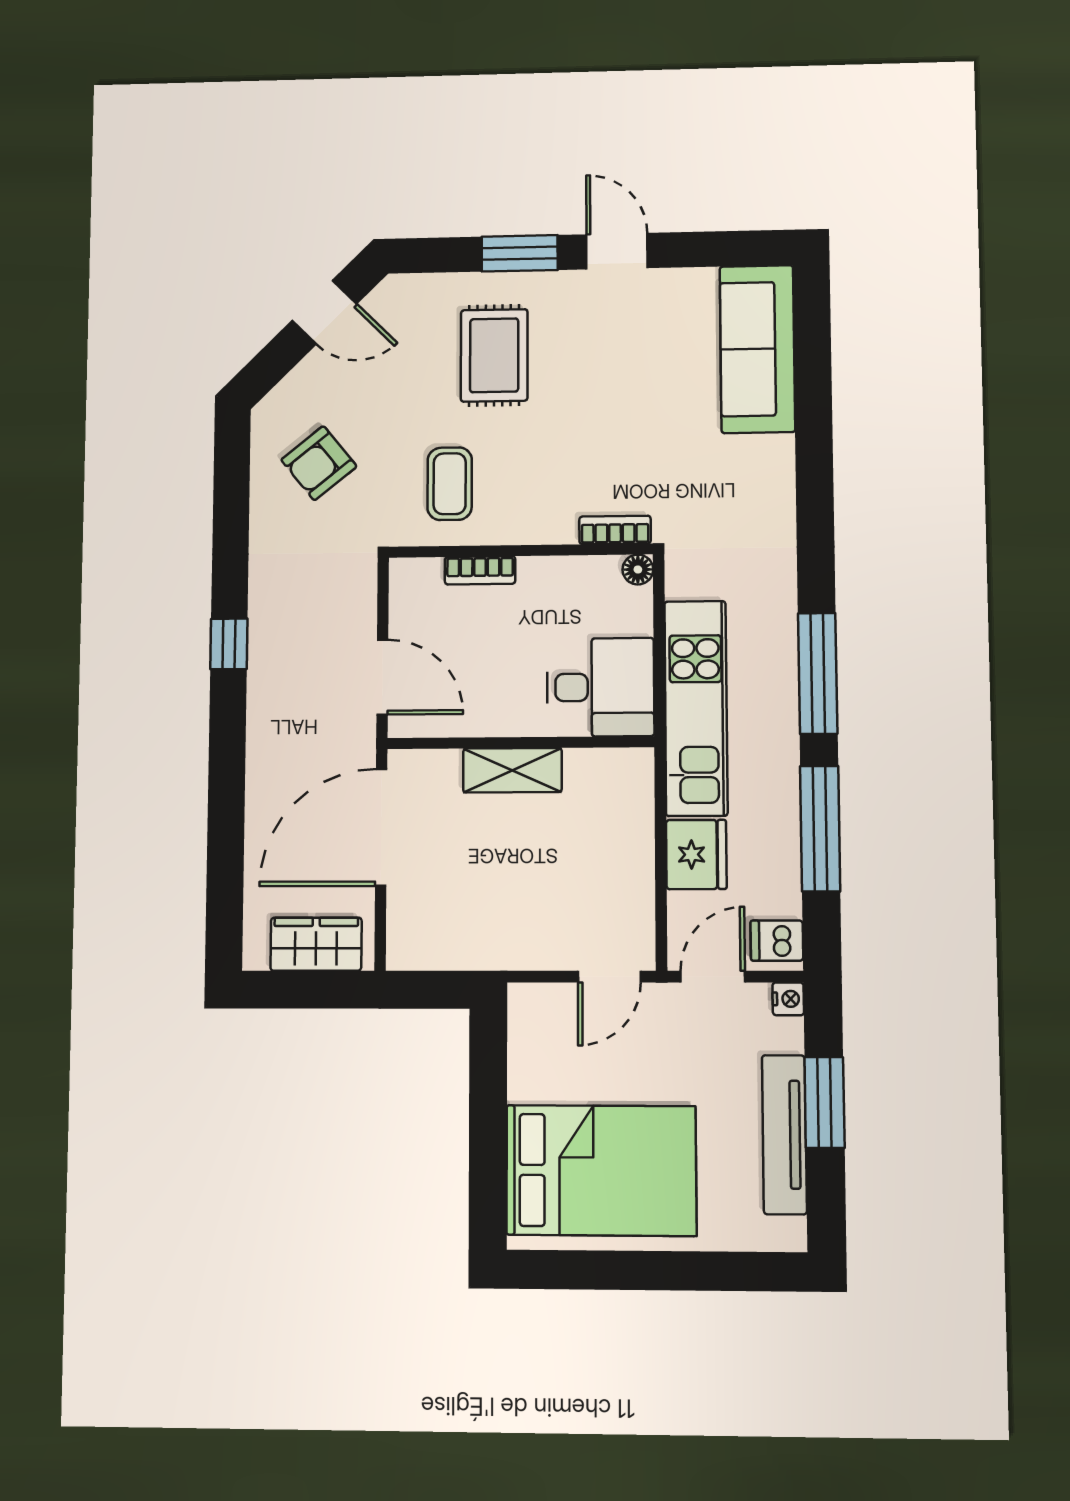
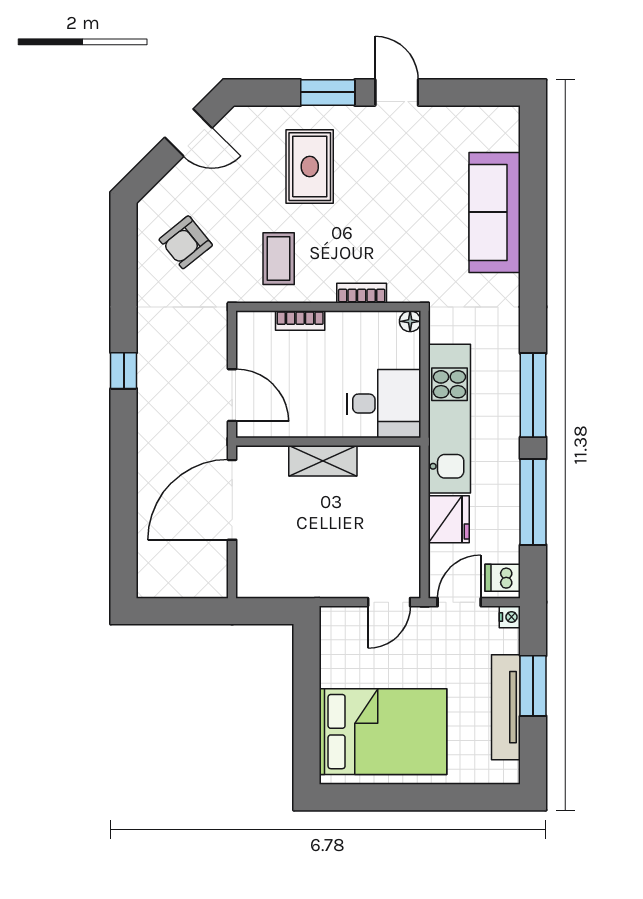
sofa: (757, 349) -> (495, 212), moved
bookcase: (615, 530) -> (362, 293), moved
wardrobe: (316, 944) -> (188, 580), removed

